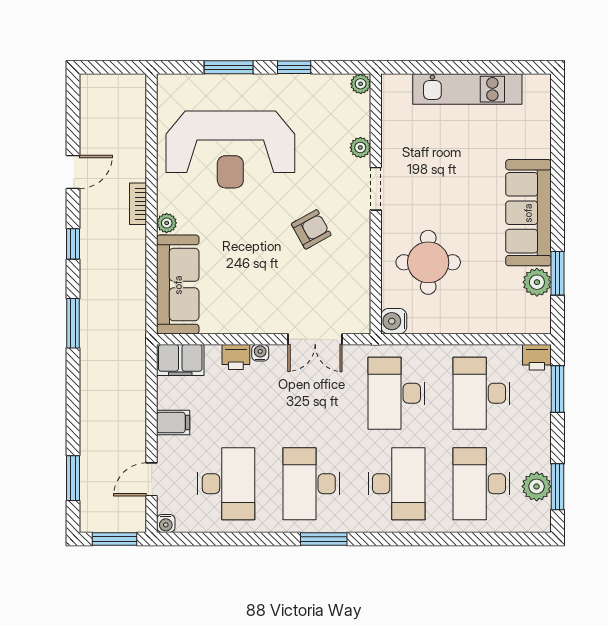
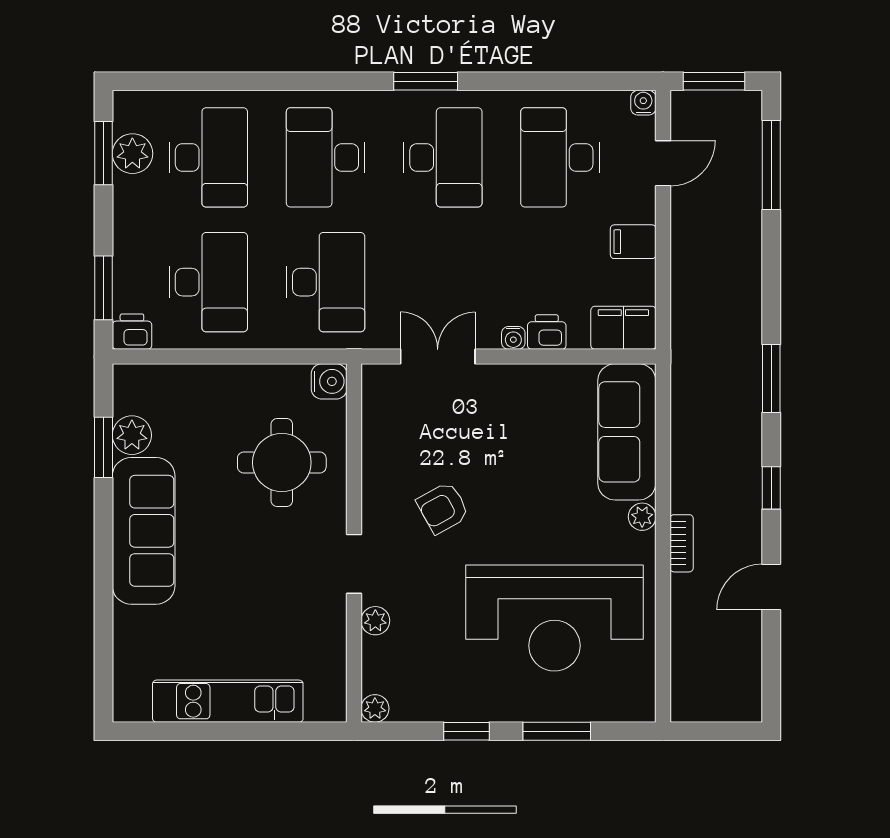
reception desk: (230, 149) -> (554, 618), turned 180
window: (73, 478) -> (771, 165), width x1.44

